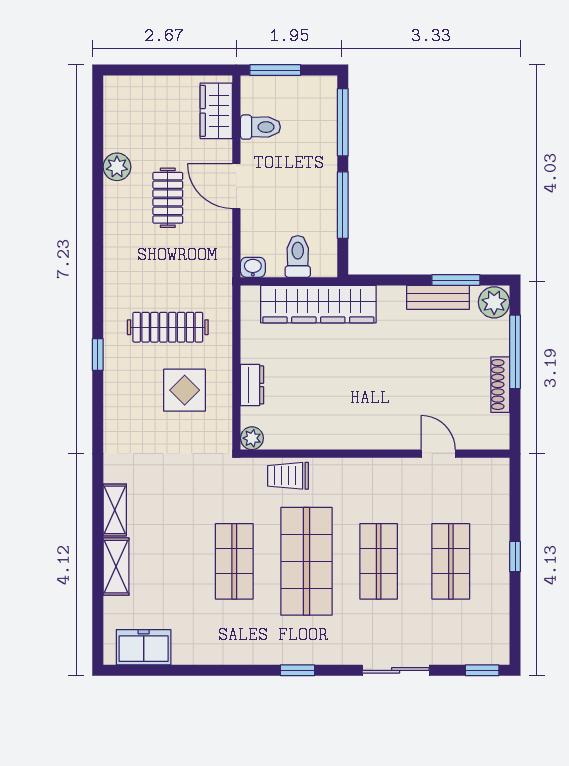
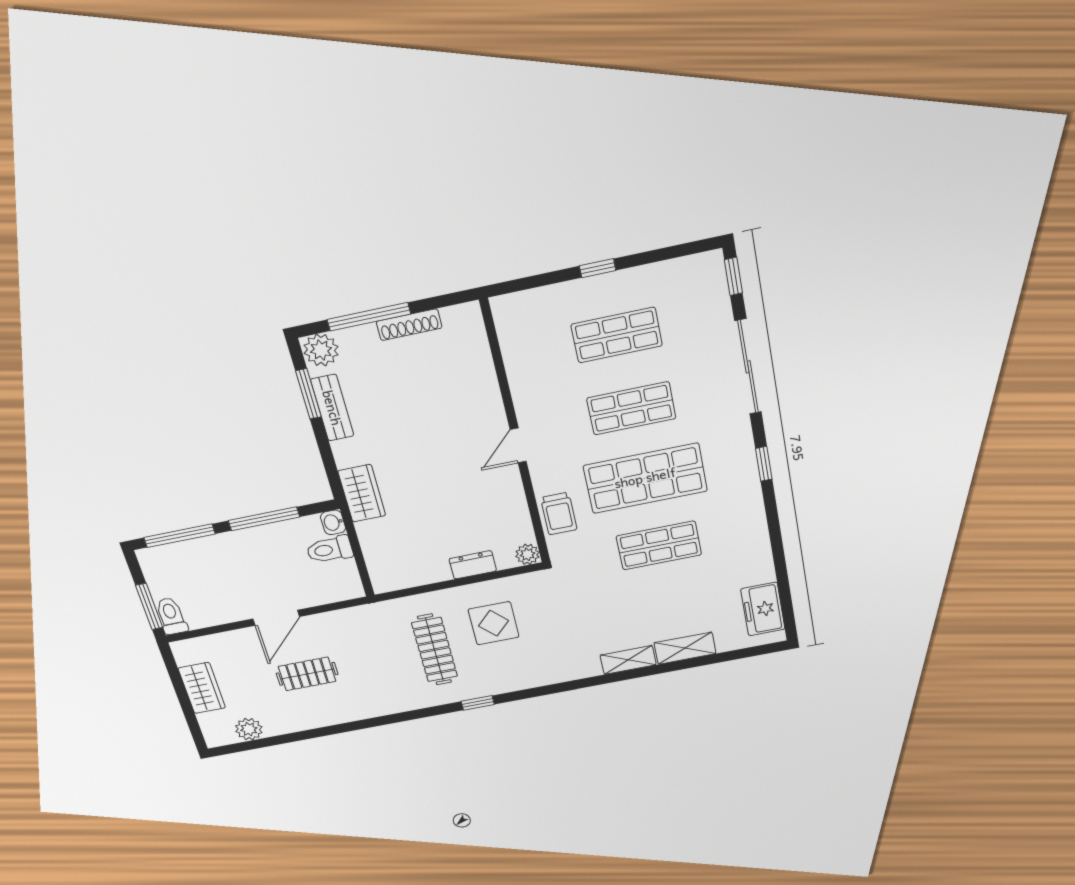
wardrobe: (216, 111) -> (202, 688), moved, turned -90
toilet: (260, 127) -> (171, 616), moved
plant: (117, 167) -> (249, 729), moved
washbasin: (253, 267) -> (333, 522), moved
wardrobe: (318, 304) -> (362, 493), width x0.48, depth x0.85
door: (438, 454) -> (518, 445), moved
sliding door: (396, 670) -> (748, 367), width x1.37

